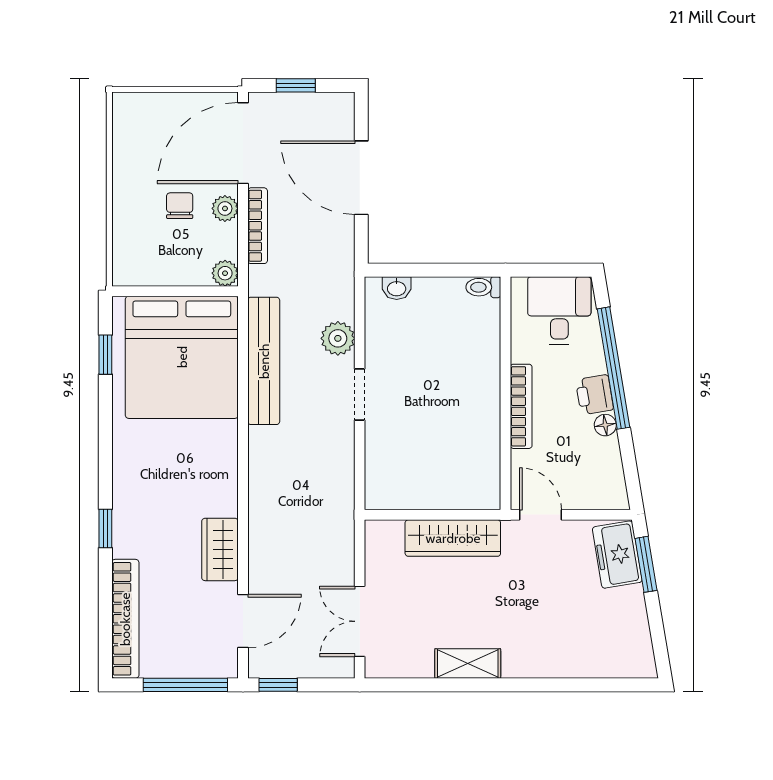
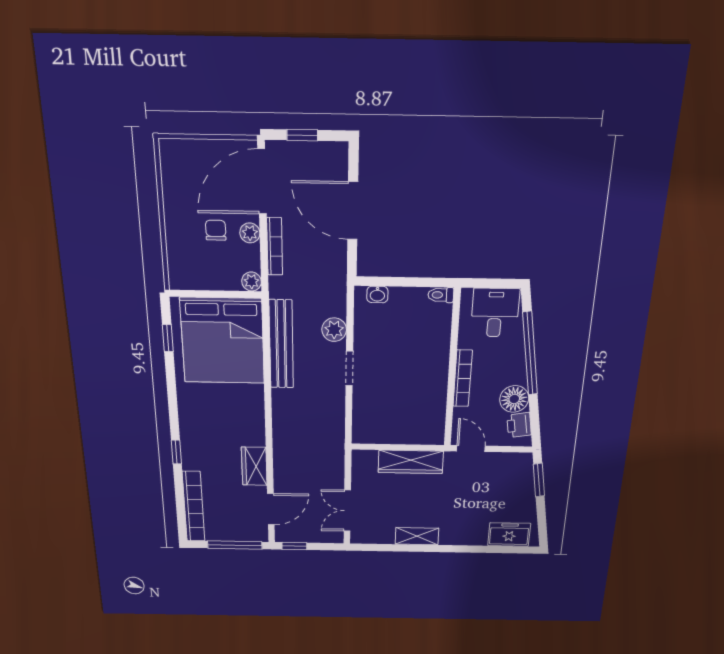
printer: (595, 395) -> (519, 425), moved
floor lamp: (605, 425) -> (514, 399), width x1.89, depth x1.89
freezer: (617, 555) -> (509, 535), moved, turned 99

